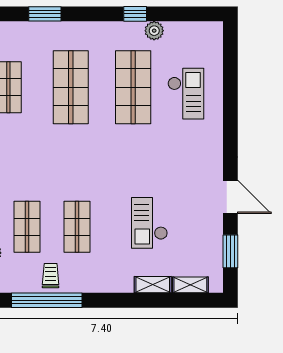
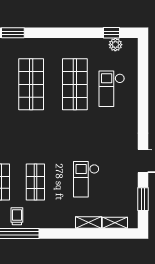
window: (135, 14) -> (112, 33), moved
plant: (154, 31) -> (115, 45), moved
checkout: (186, 94) -> (112, 89), turned 180

